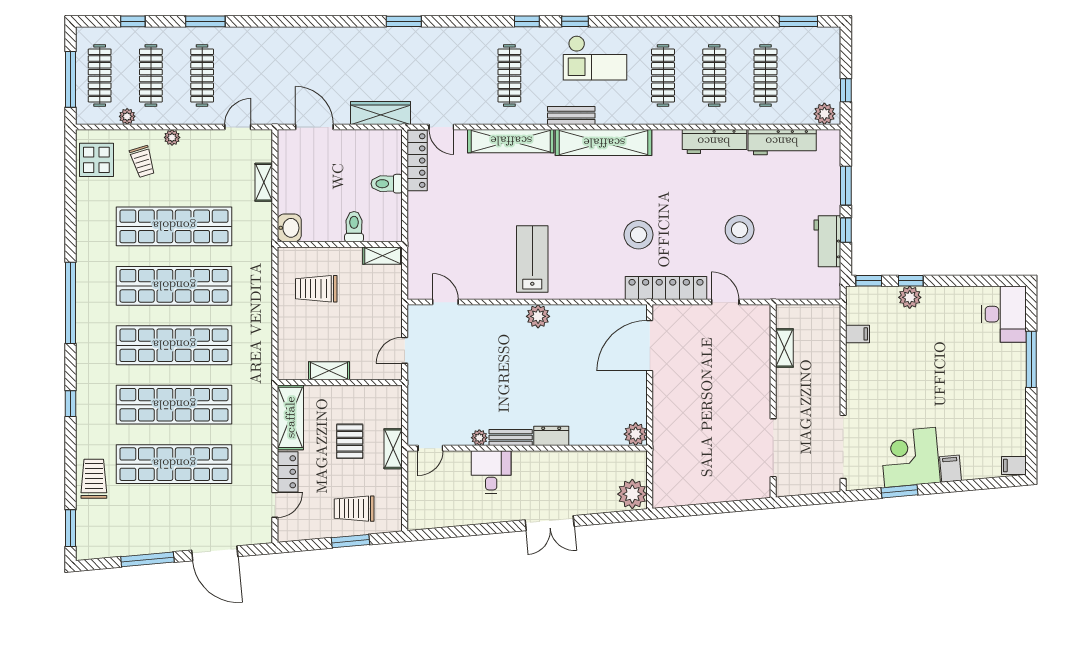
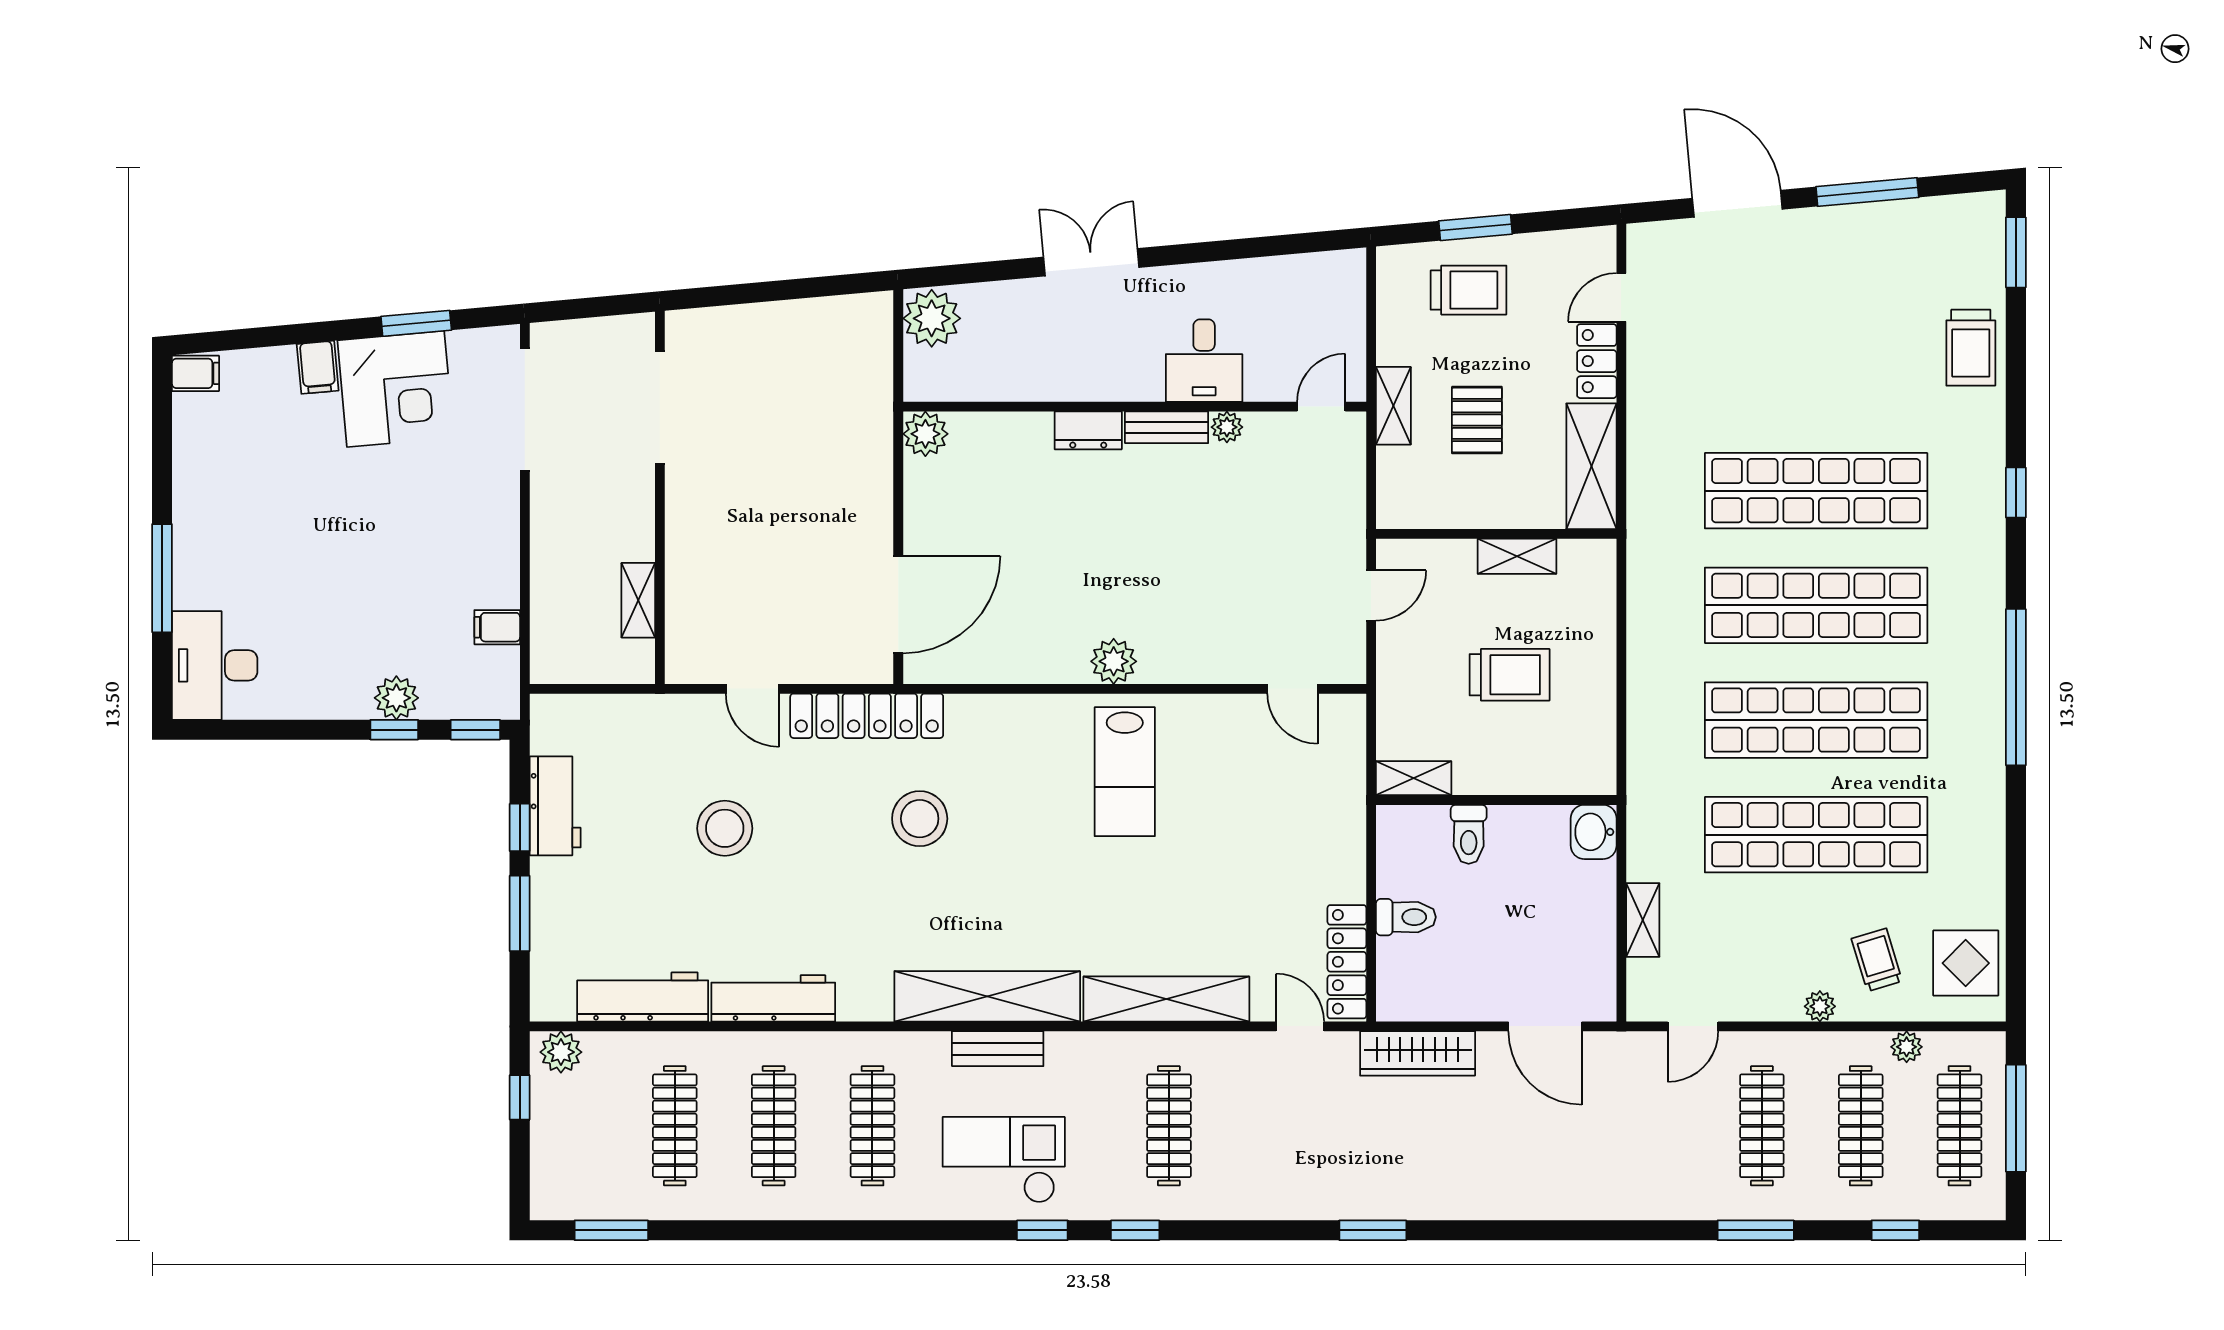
bench: (571, 115) -> (998, 1049), moved
trolley: (316, 289) -> (1510, 675), moved
shop shelf: (174, 464) -> (1816, 376), removed

